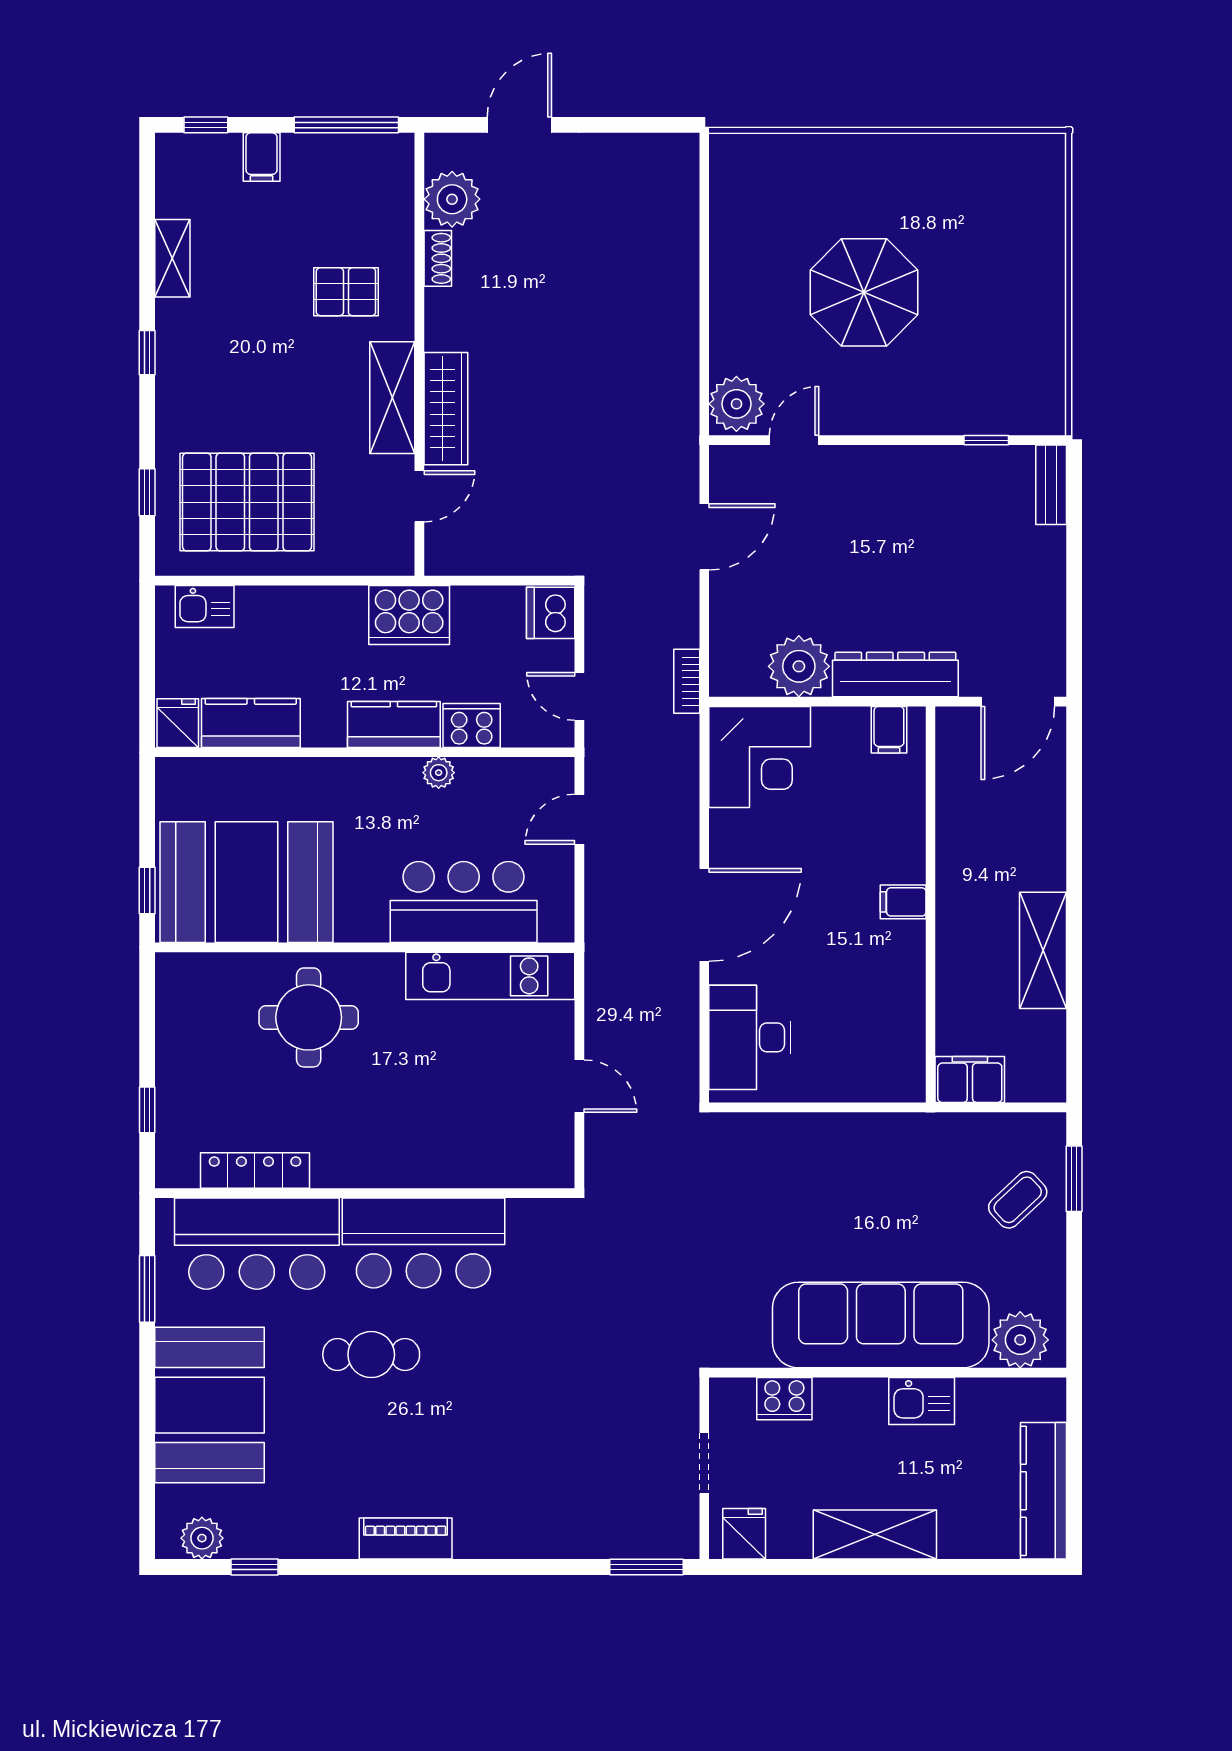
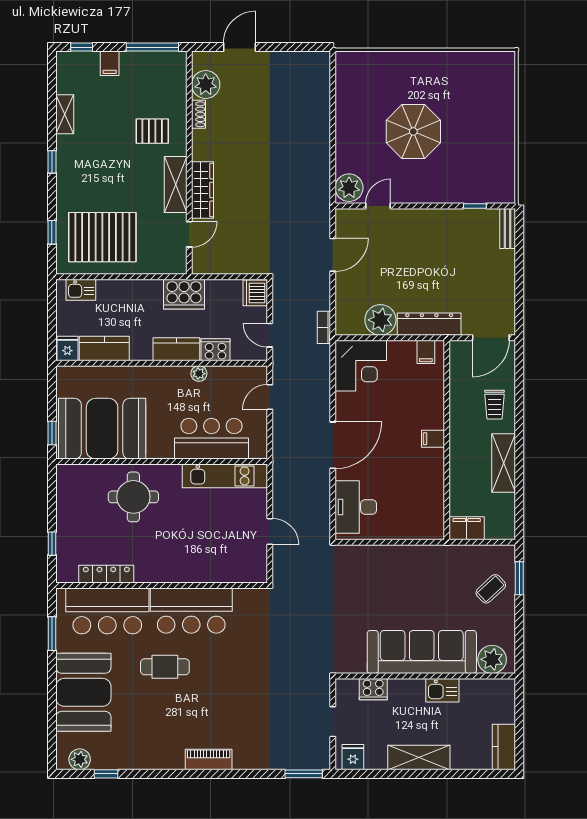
trolley: (1025, 834) -> (495, 405), added
kitchen counter: (1044, 1491) -> (504, 747), width x0.67
piano: (406, 1538) -> (209, 760), moved

